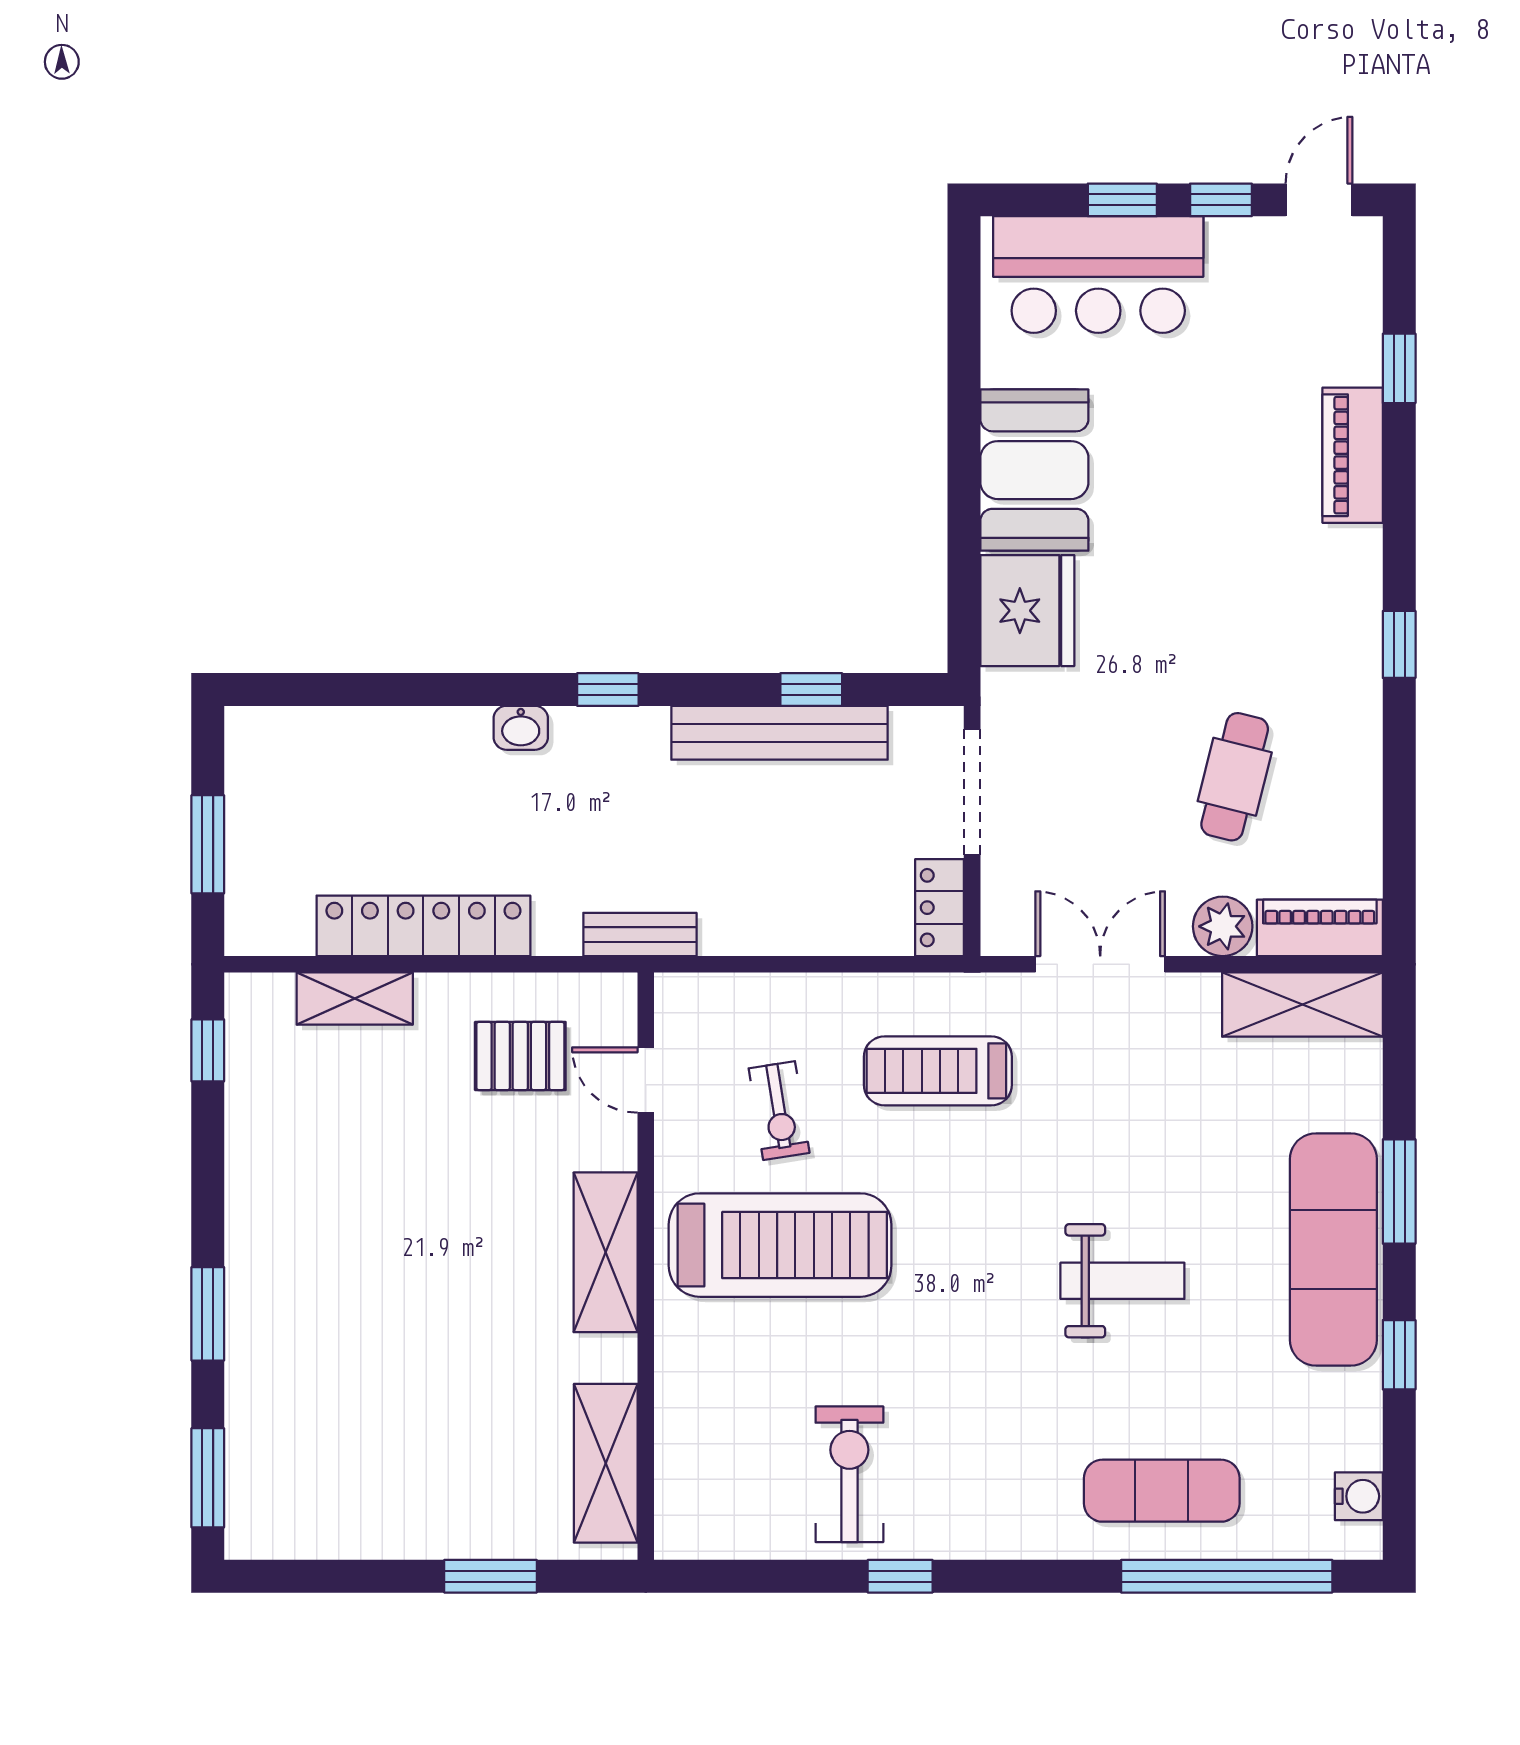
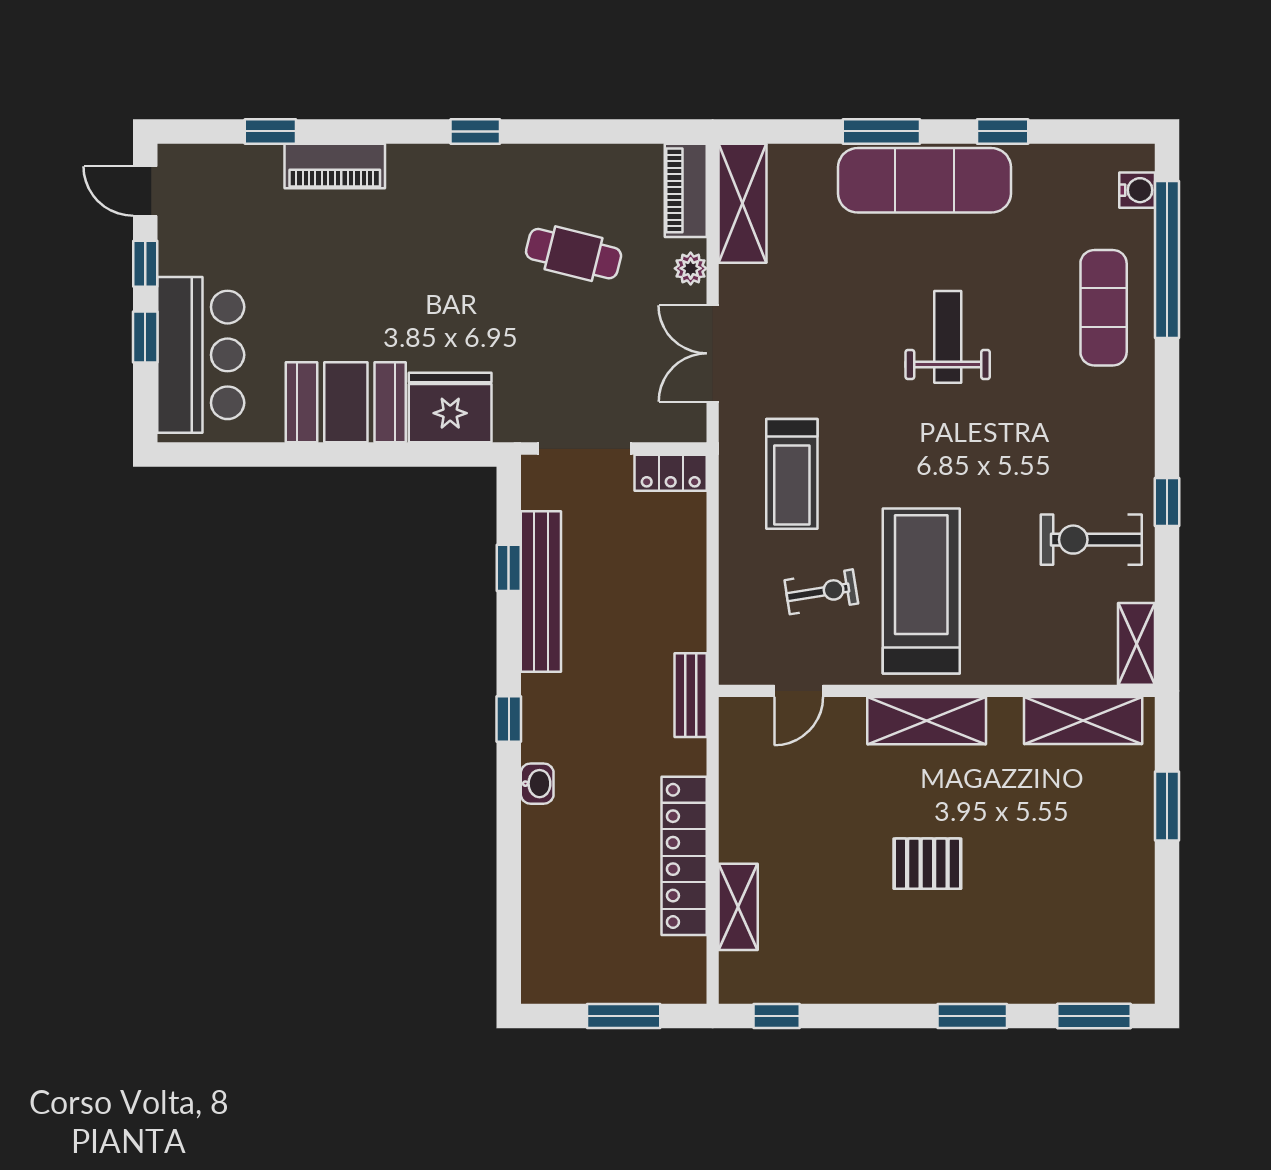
plant: (1223, 926) -> (691, 268), width x0.73, depth x0.73
pallet: (520, 1056) -> (927, 864), moved, turned 90
water cooler: (1359, 1496) -> (1137, 190), moved, turned 90
shelving: (709, 1535) -> (1137, 644), added

